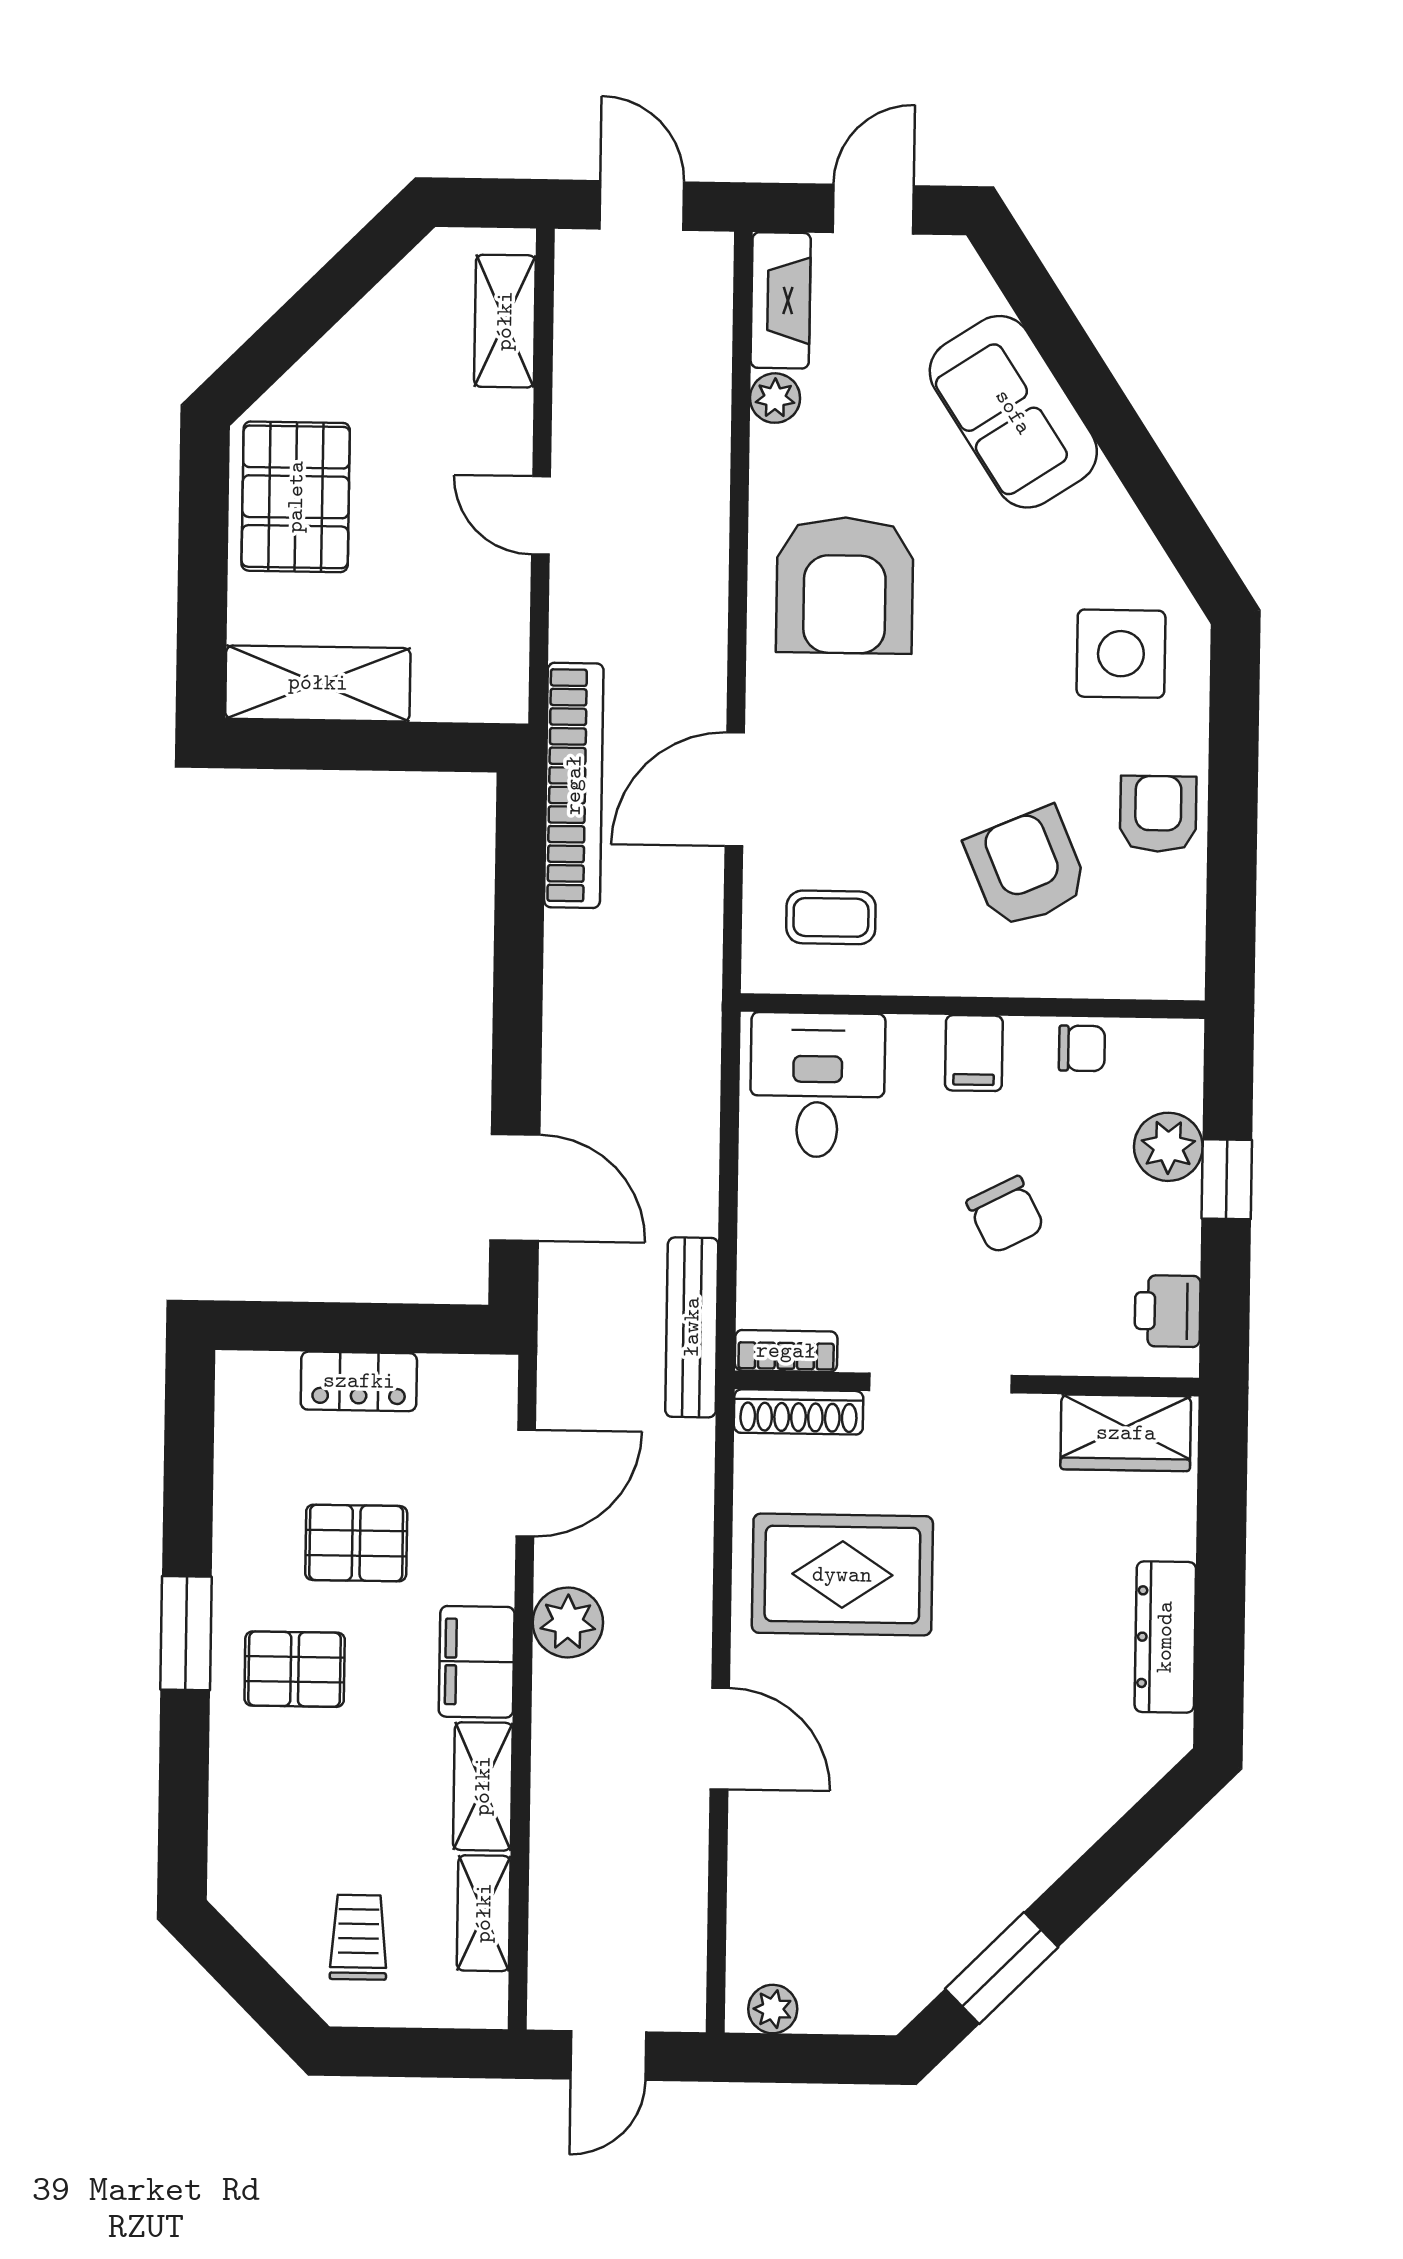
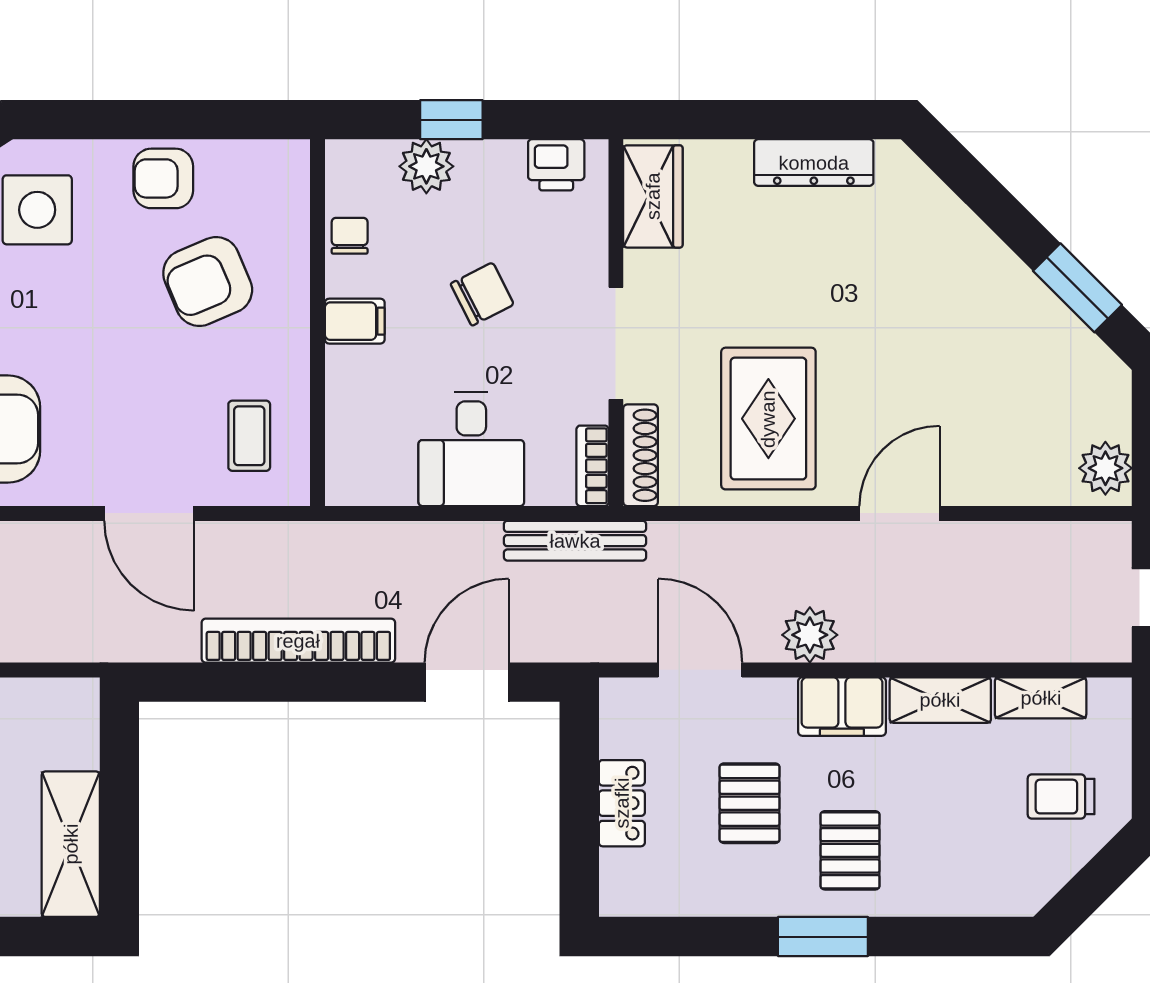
bookcase: (574, 785) -> (298, 641), moved
desk: (817, 1085) -> (471, 449), moved, turned -90
plant: (773, 2009) -> (1105, 468), width x1.38, depth x1.38

